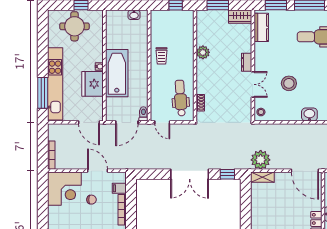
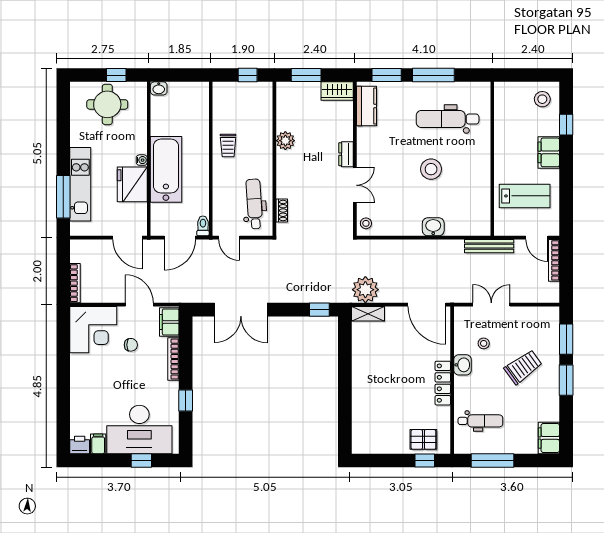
washbasin: (134, 15) -> (159, 88), moved
stool: (289, 83) -> (431, 169), moved
kitchen unit: (55, 84) -> (80, 184), width x0.73
double door: (190, 174) -> (241, 310), moved
filing cabinet: (119, 188) -> (169, 322), width x2.00

